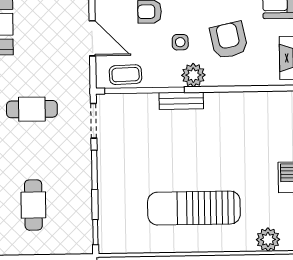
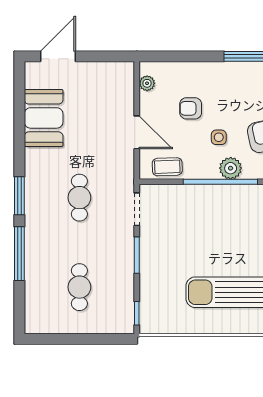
window: (144, 90) -> (220, 182), moved
bench: (181, 101) -> (219, 192), removed
cafe table: (32, 109) -> (79, 198), turned 90

